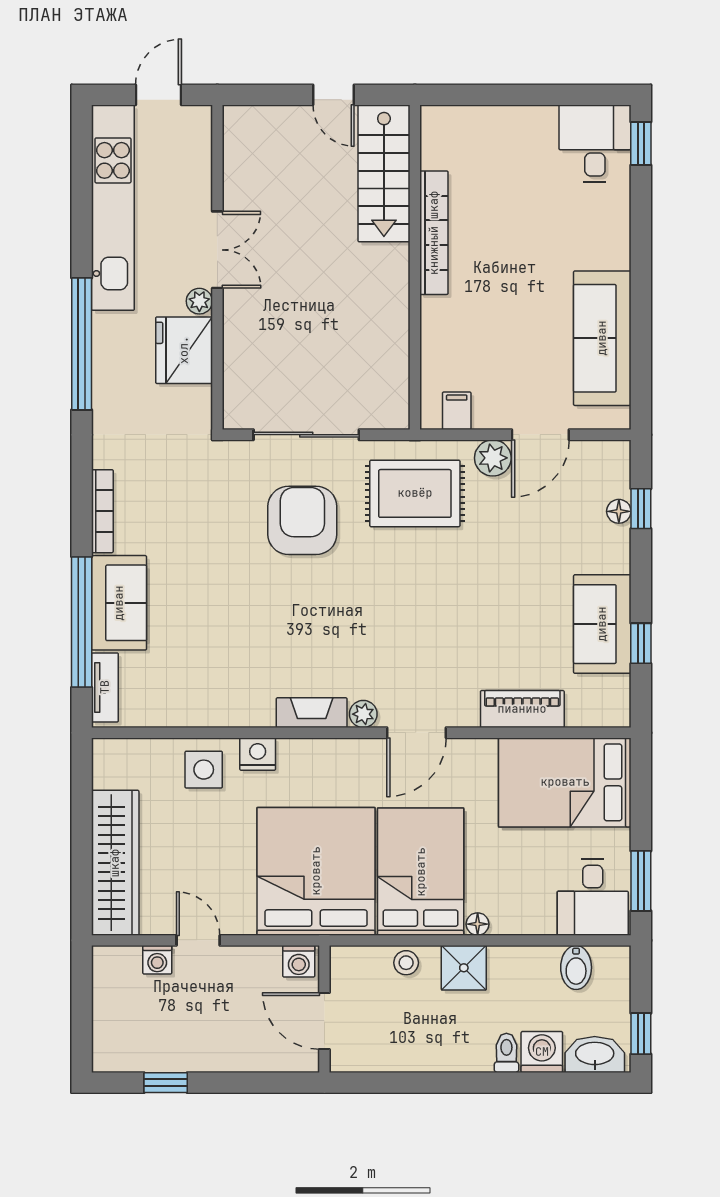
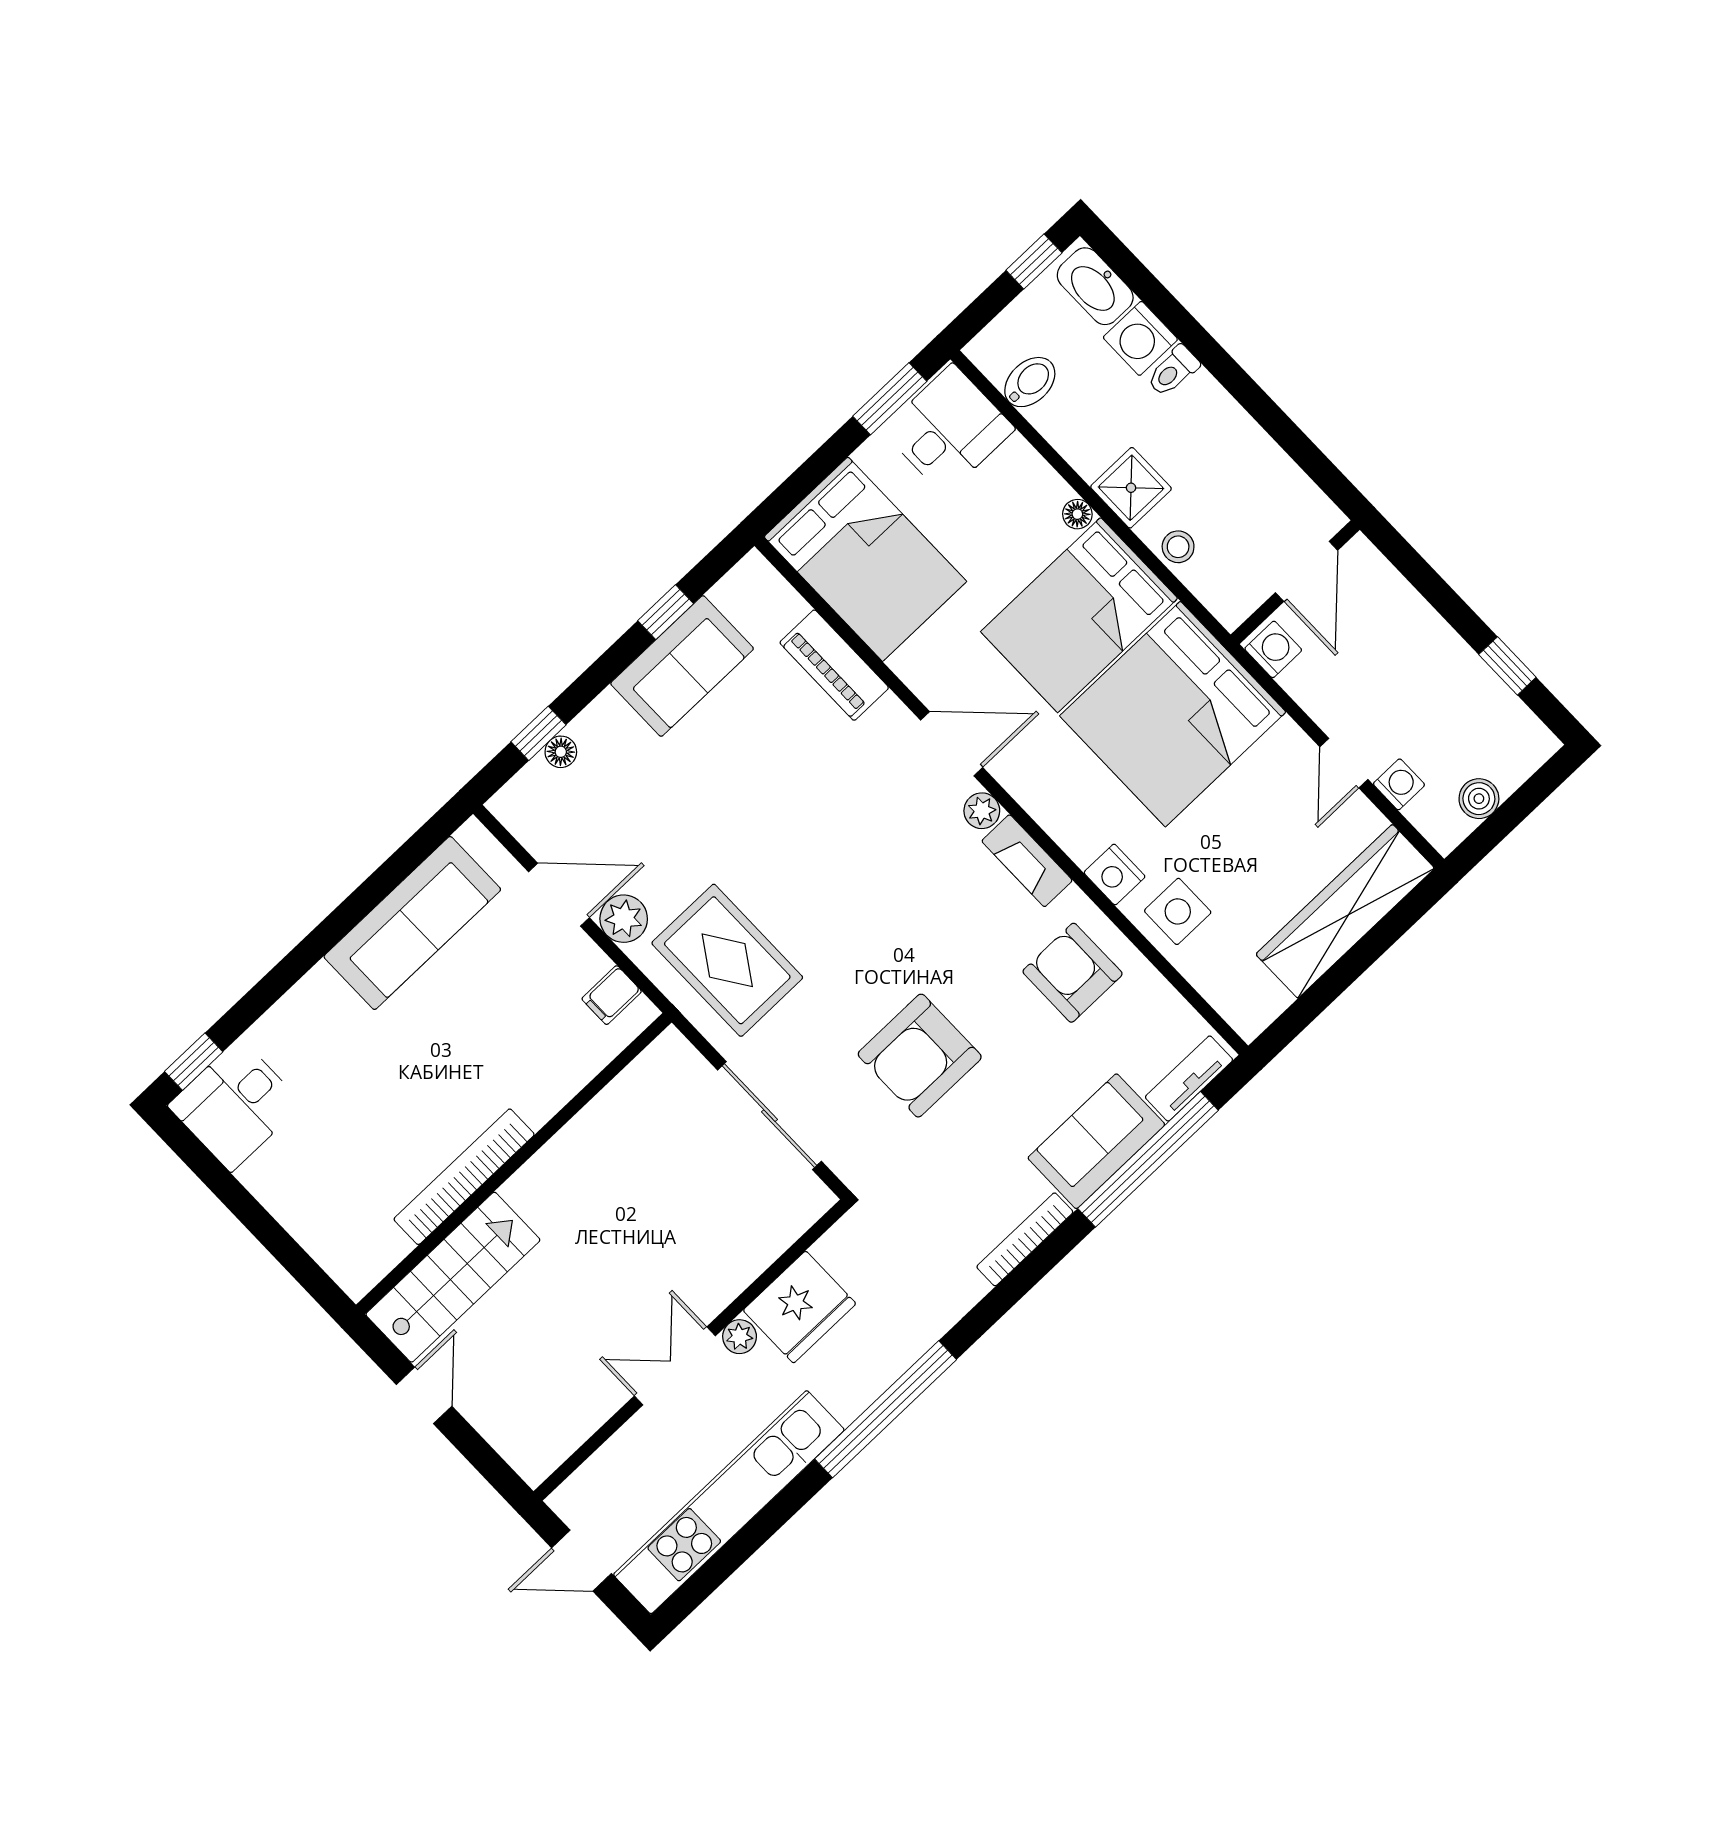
armchair: (302, 520) -> (920, 1056), moved
armchair: (225, 679) -> (1073, 973), added
boiler: (107, 997) -> (1479, 799), added

